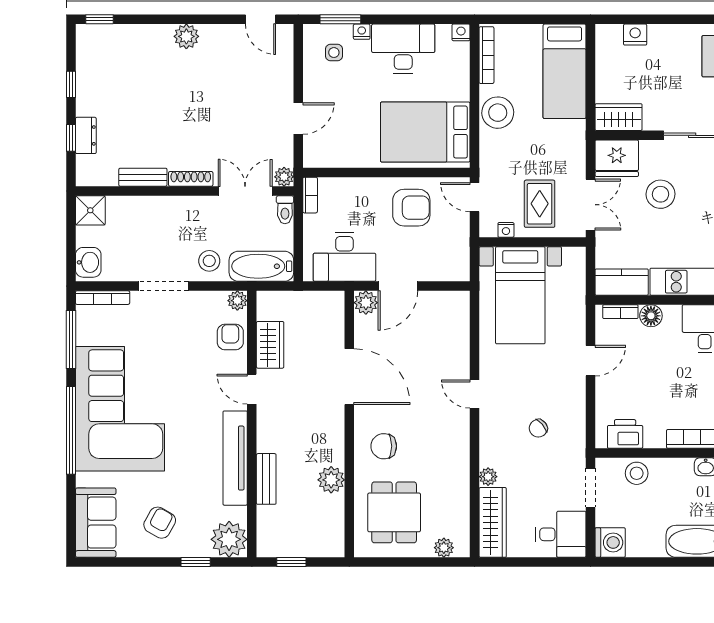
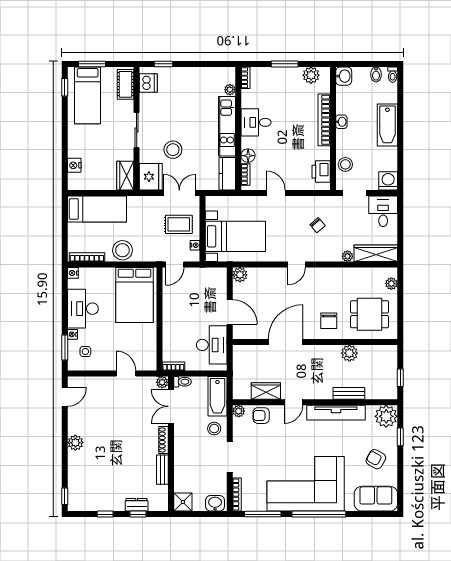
armchair: (411, 208) -> (181, 304), removed
plant: (366, 303) -> (240, 275), moved

